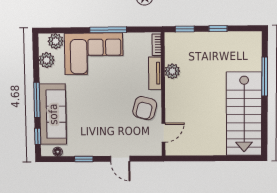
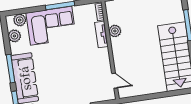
armchair: (145, 108) -> (97, 63), removed
door: (163, 133) -> (115, 81), hinge flipped

